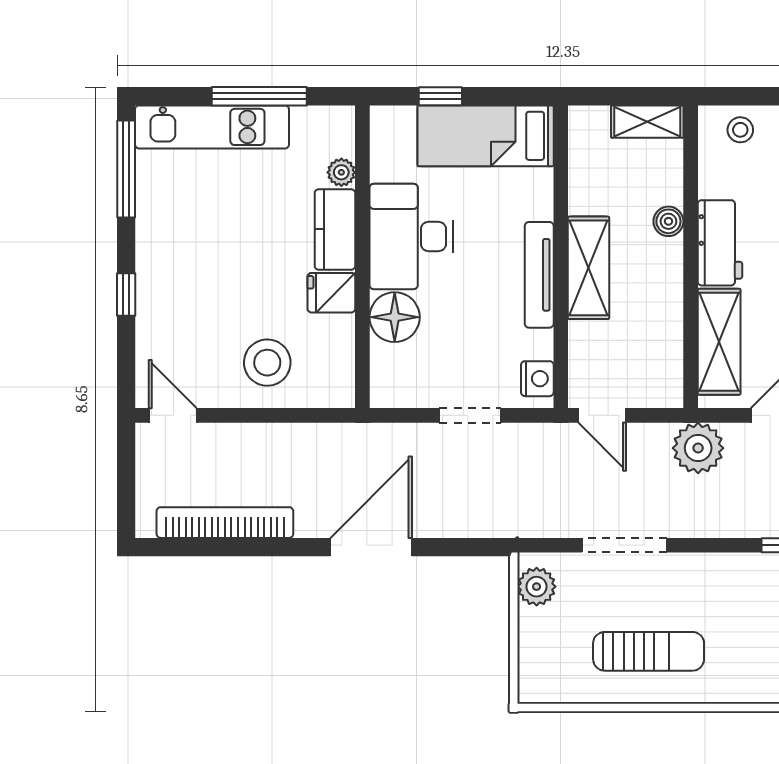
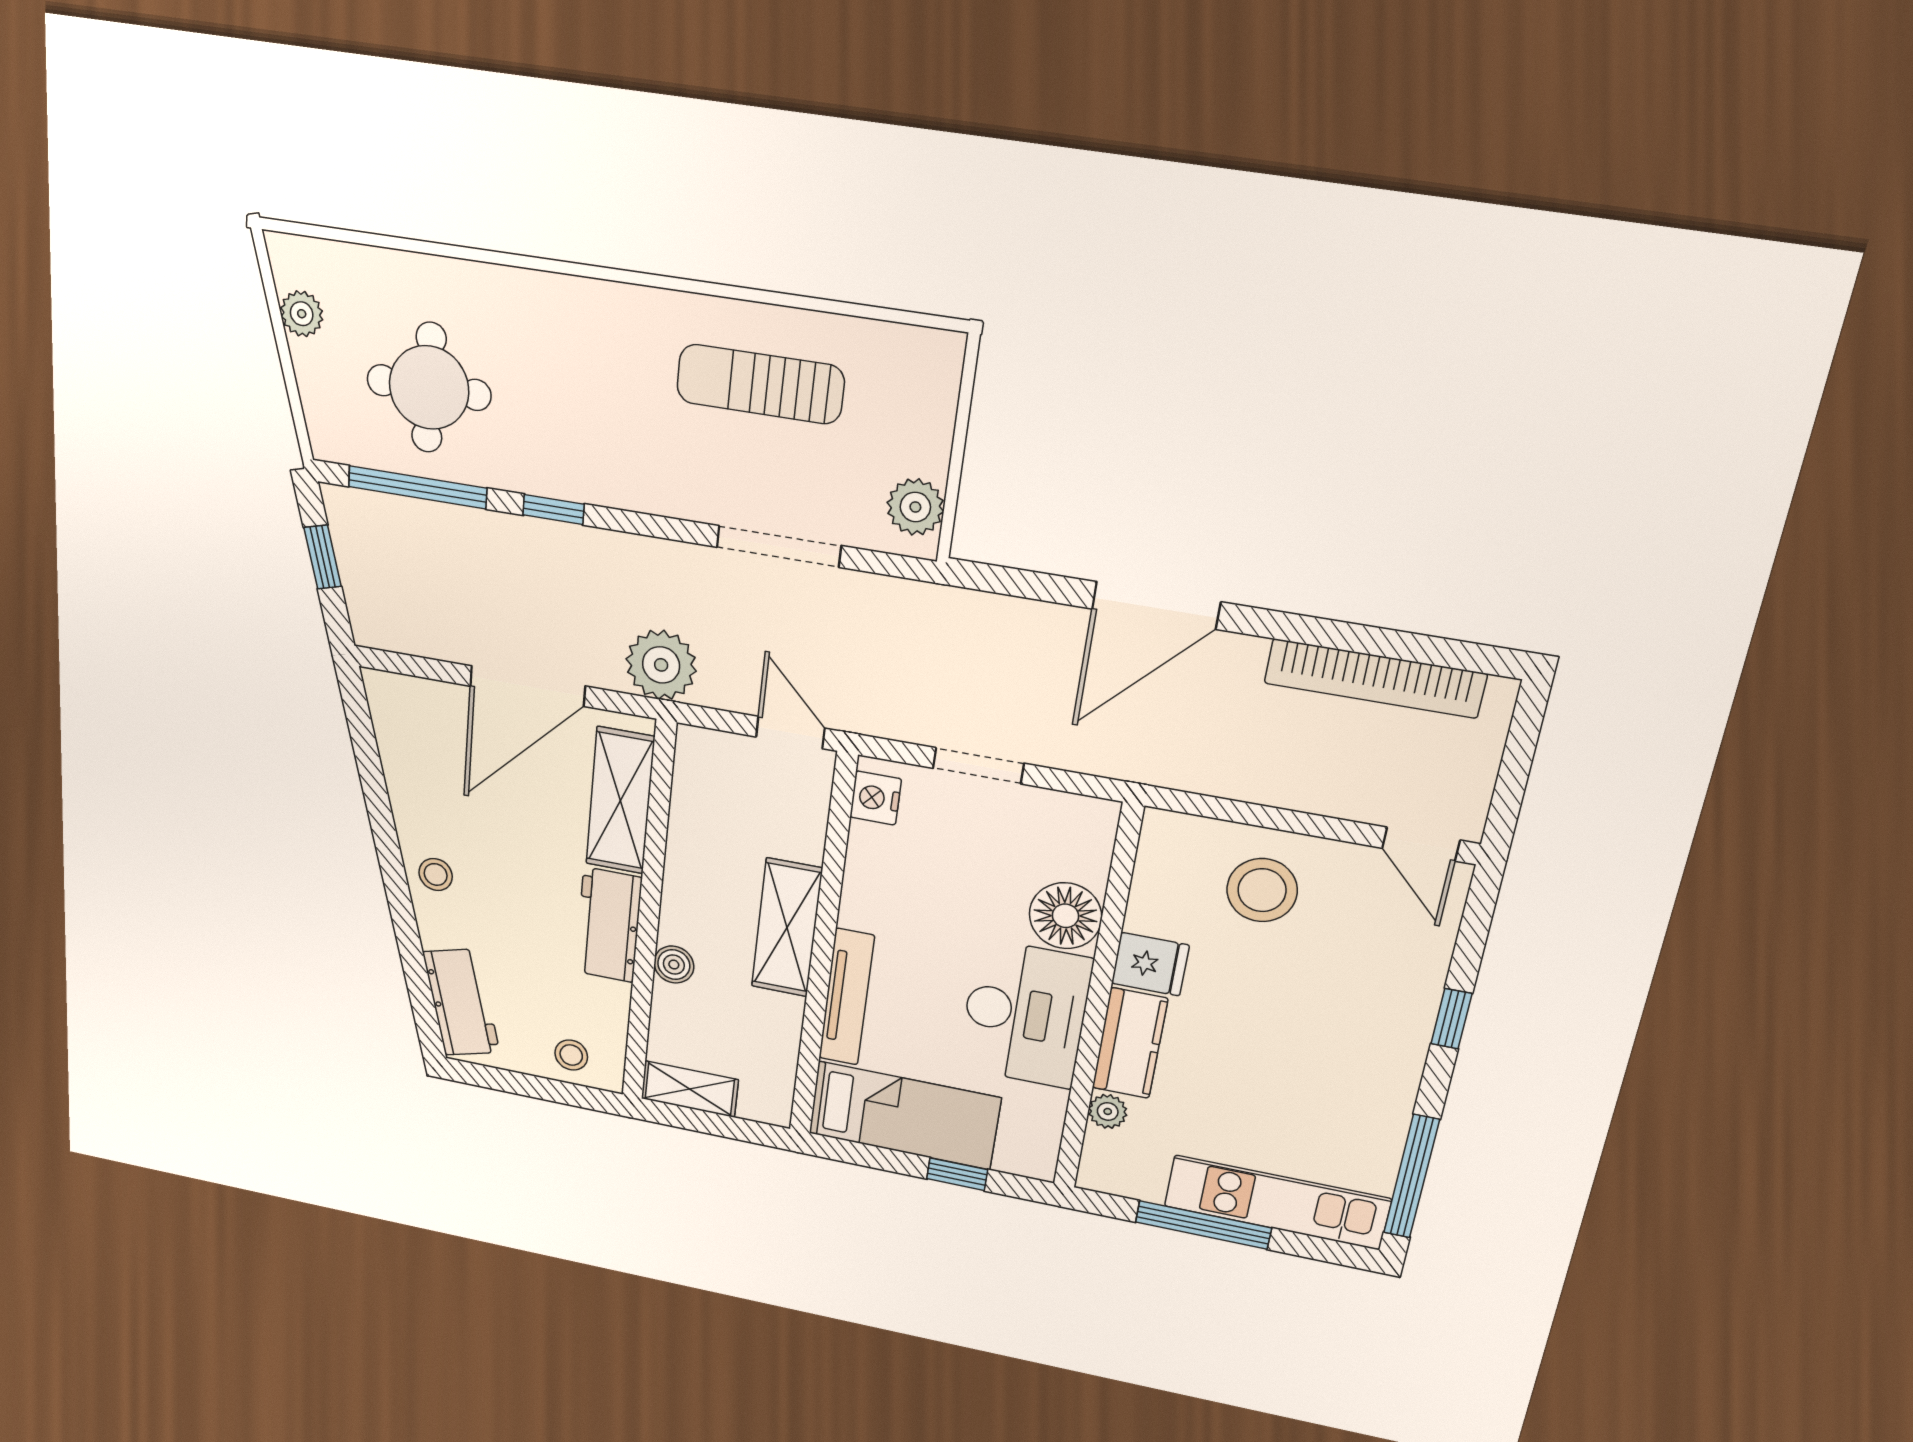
tv unit: (539, 275) -> (847, 997), moved

